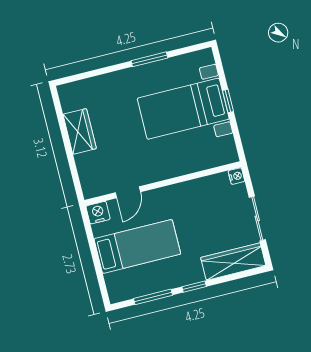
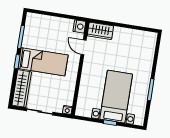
wardrobe: (80, 131) -> (100, 31), moved
bed: (137, 246) -> (43, 62), moved, turned -90

